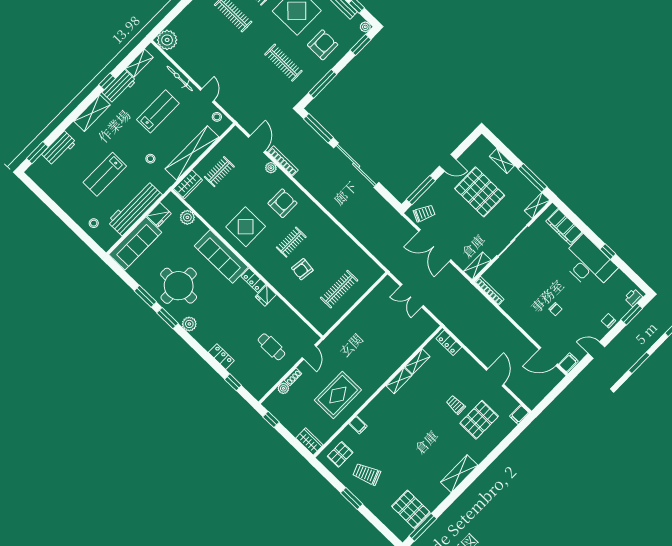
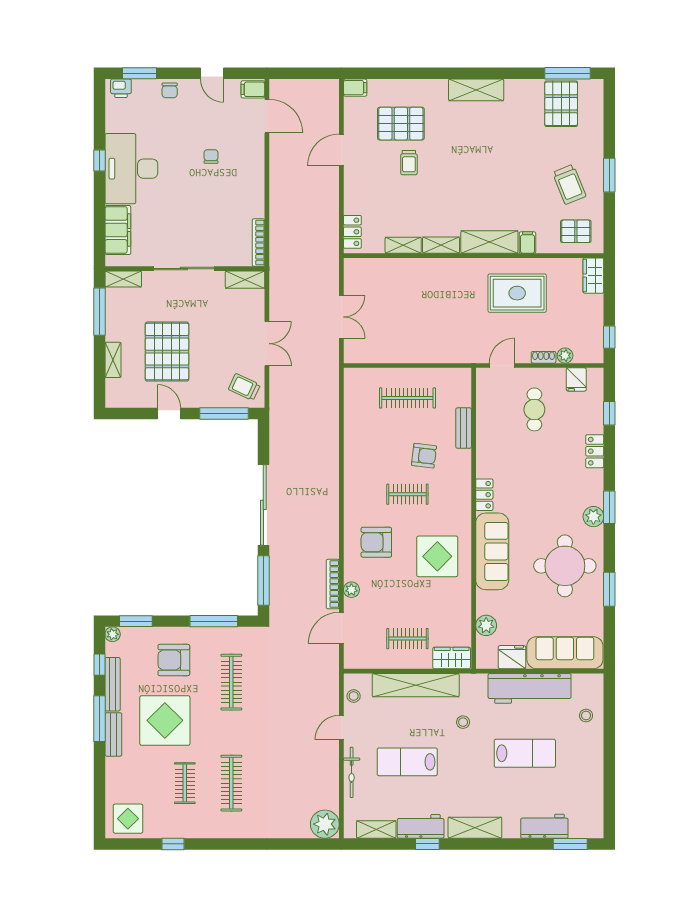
double door: (435, 246) -> (267, 344), width x0.73
fridge: (266, 296) -> (576, 379), moved, turned 90
bench: (297, 302) -> (464, 428), added
window: (167, 318) -> (609, 507), moved
shelving: (377, 406) -> (489, 242), added

